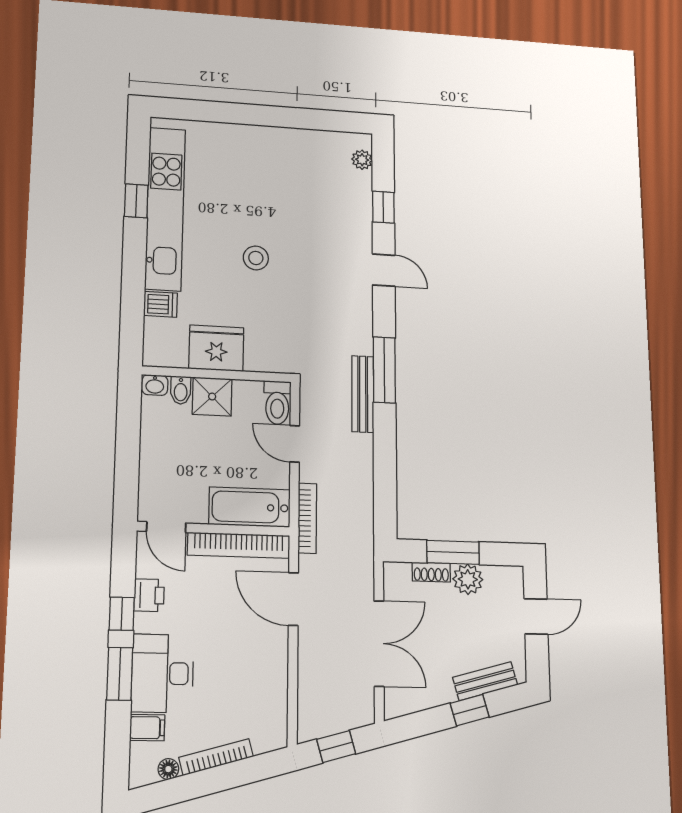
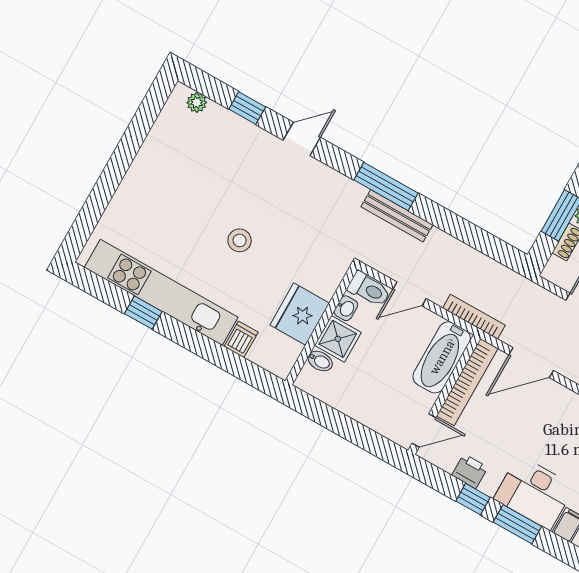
washbasin: (155, 385) -> (346, 308), moved

